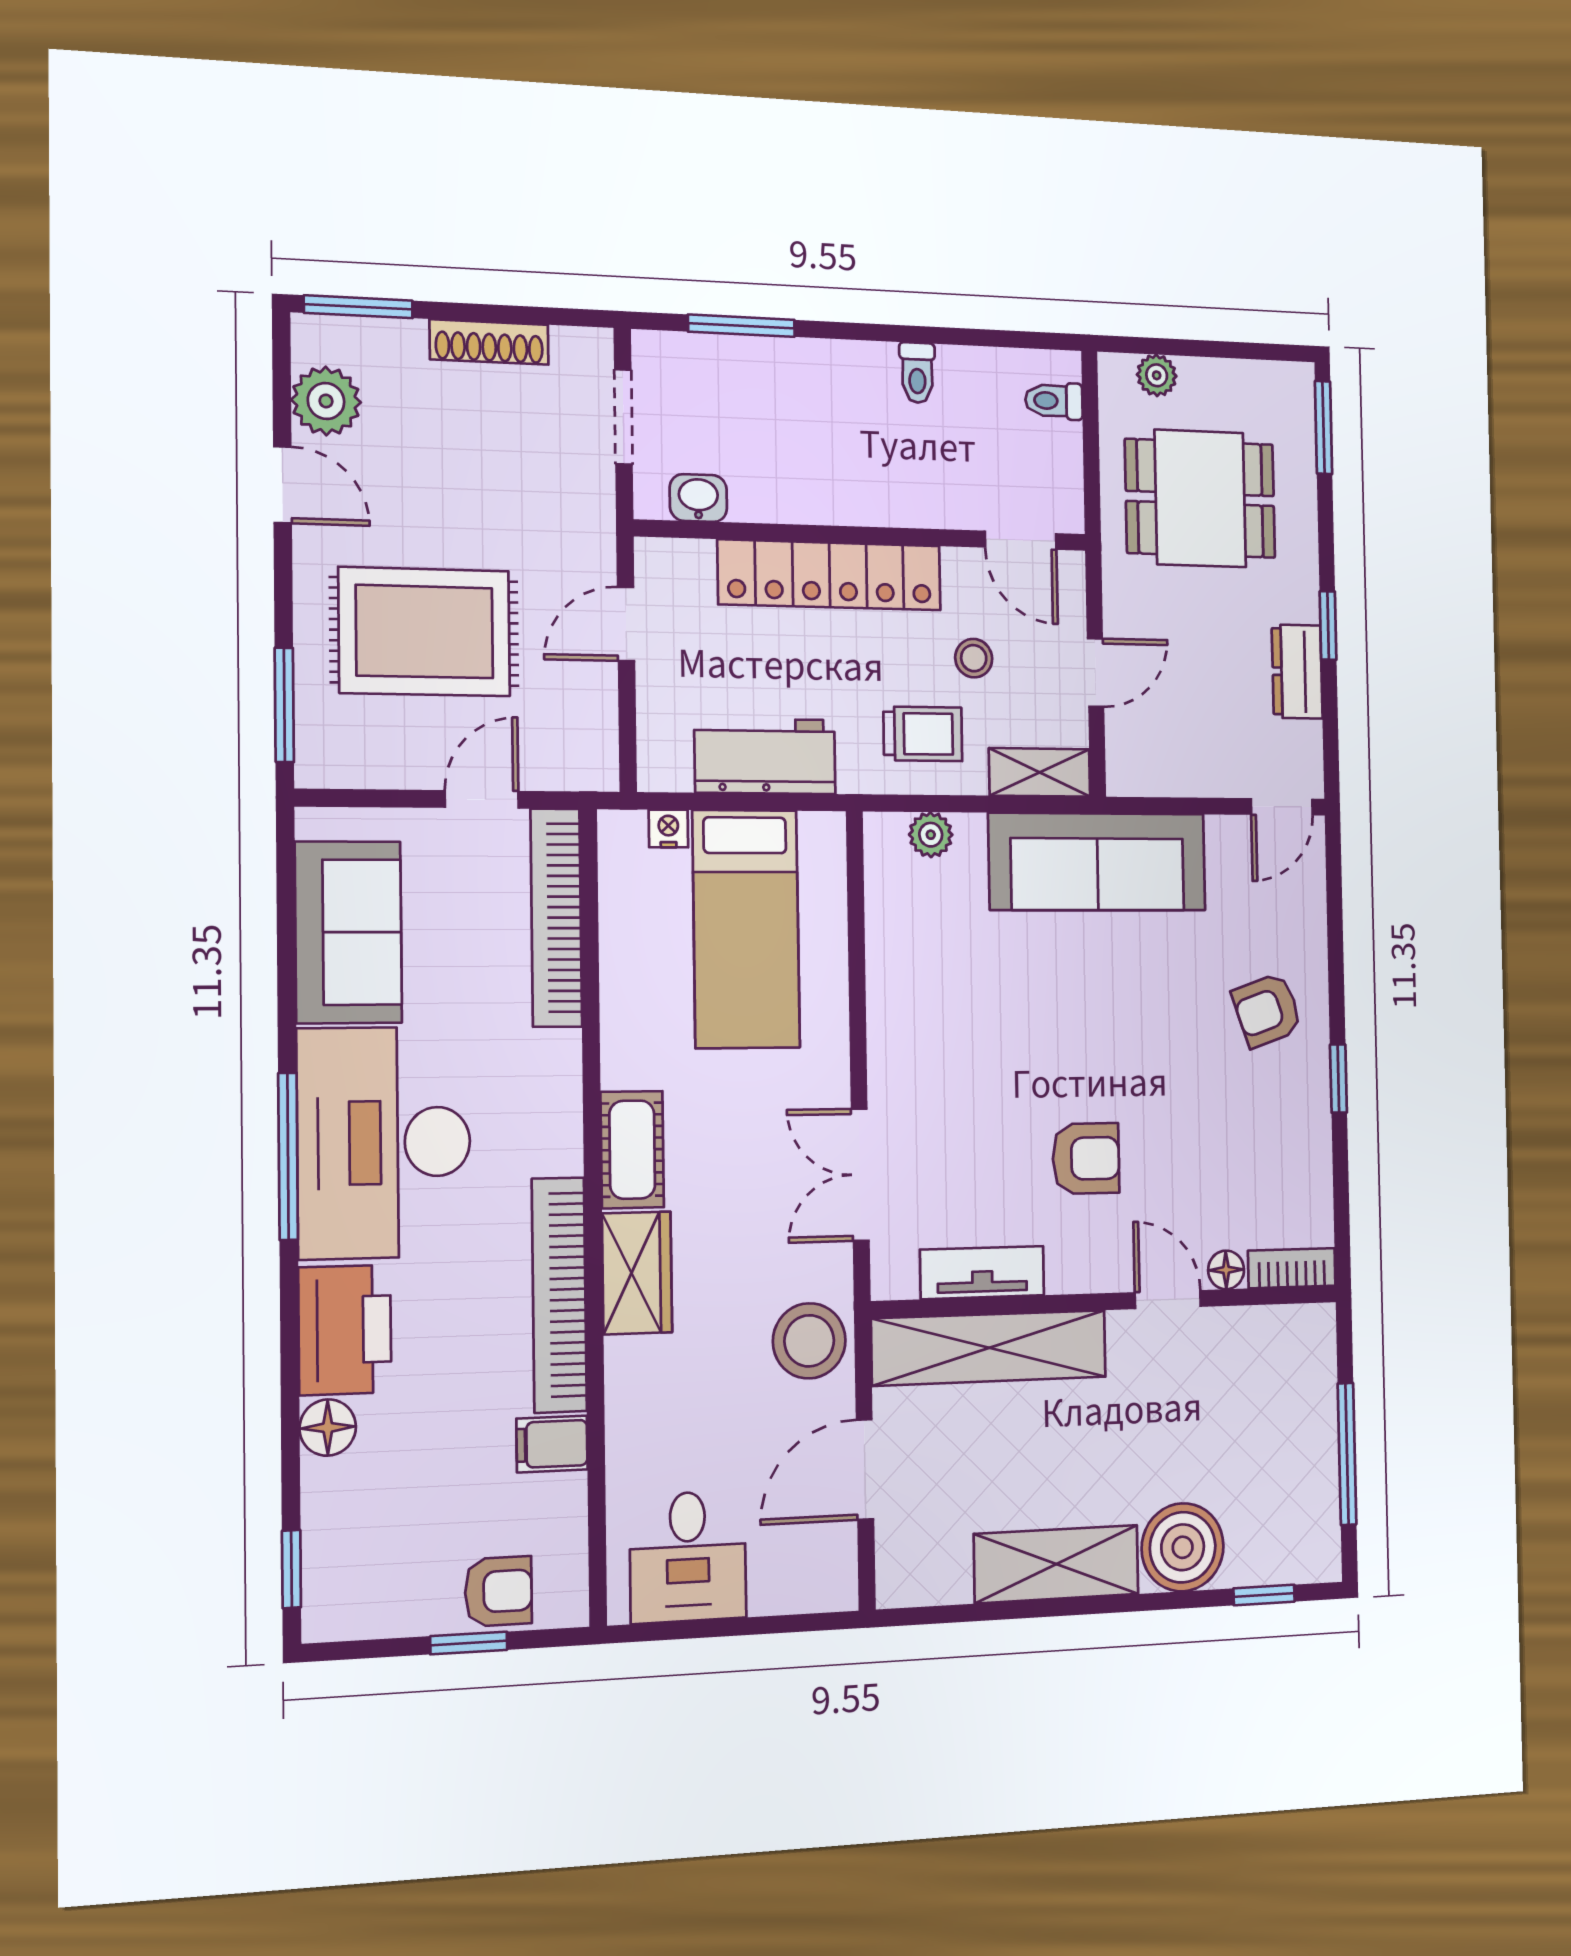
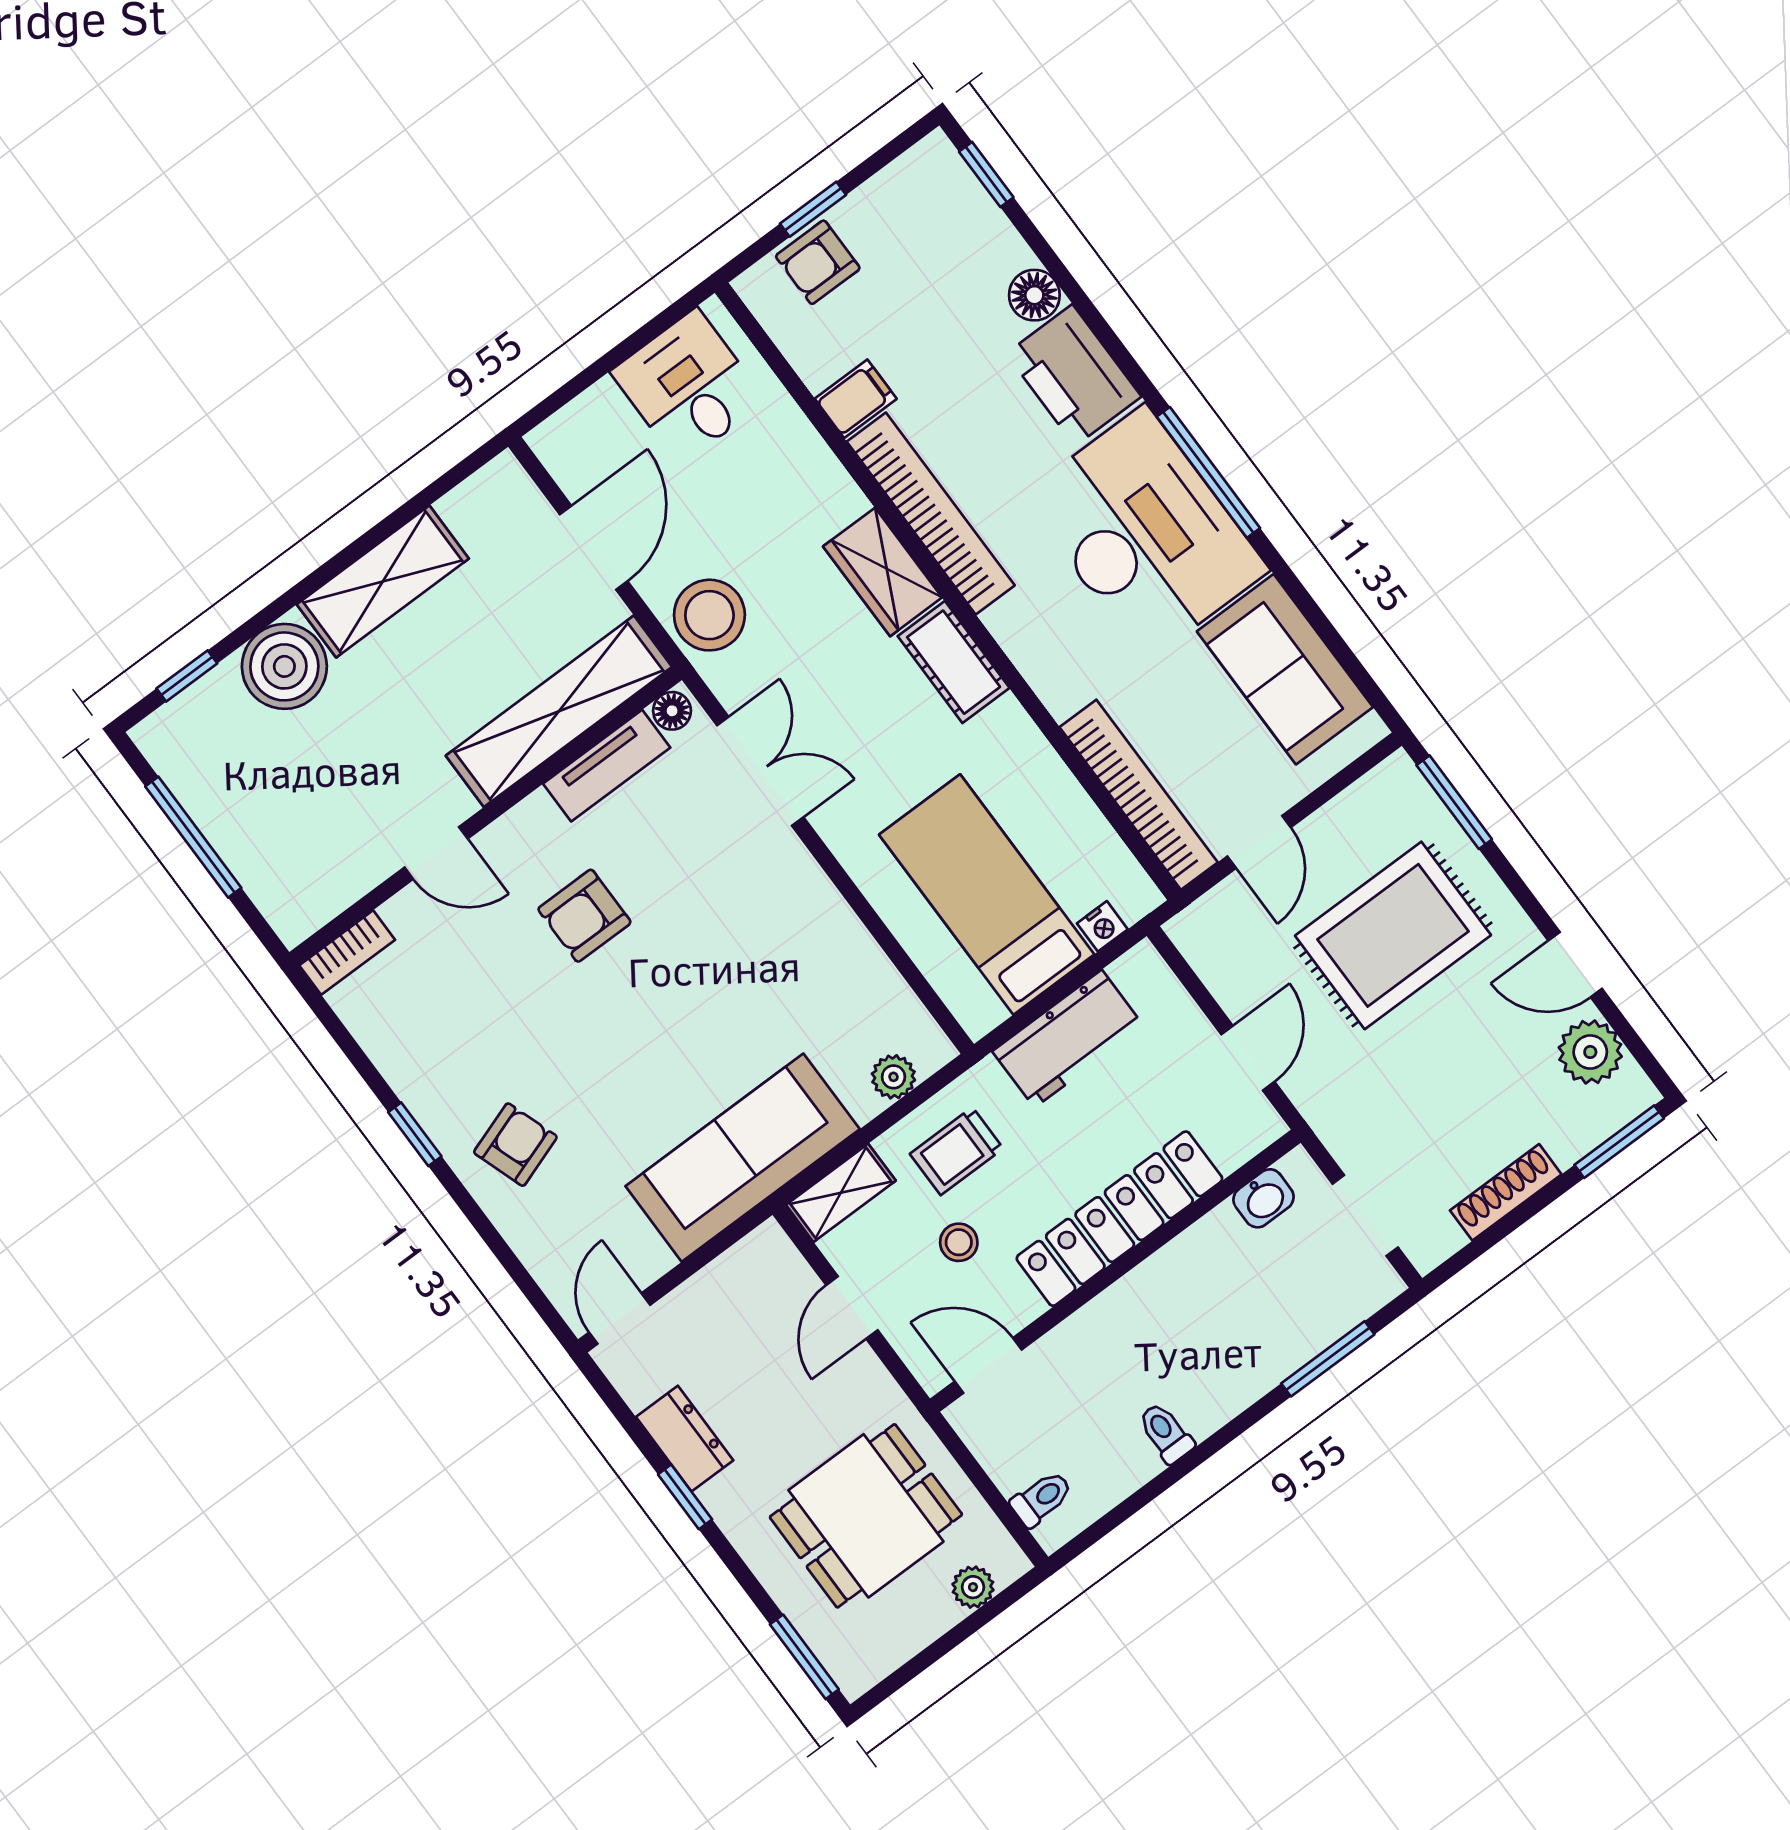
floor lamp: (1226, 1270) -> (672, 711), moved

